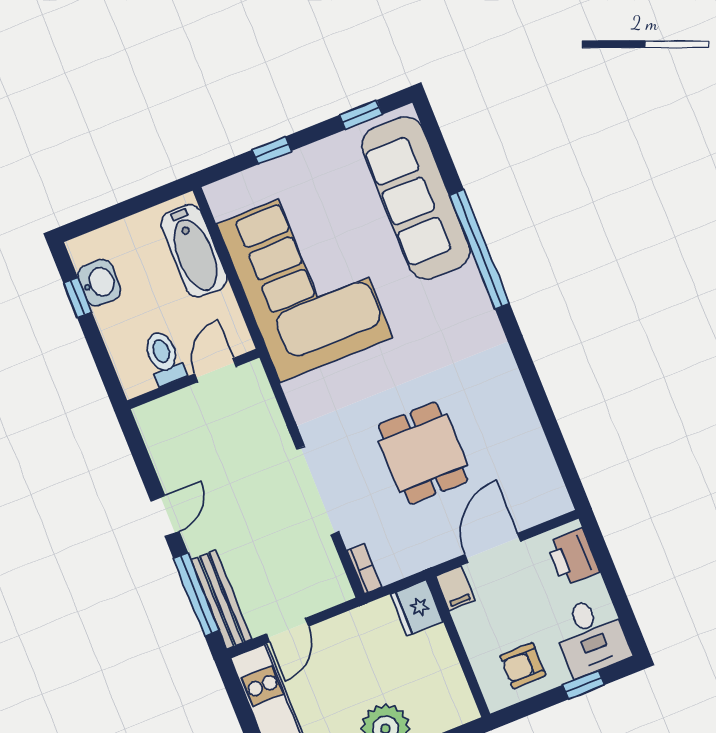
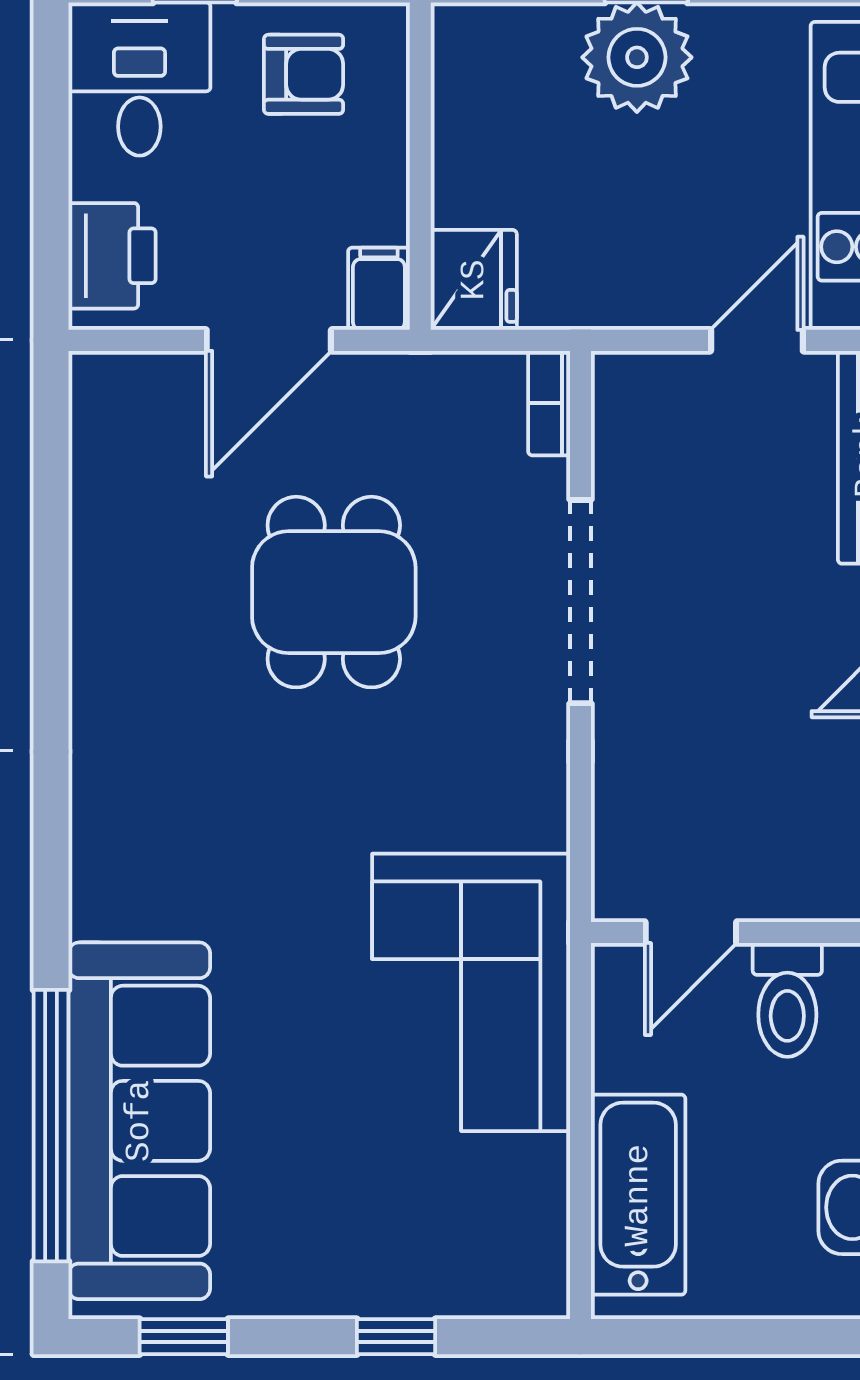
window: (479, 249) -> (51, 1126), moved
corner sofa: (305, 281) -> (471, 992), width x0.73, depth x0.74

